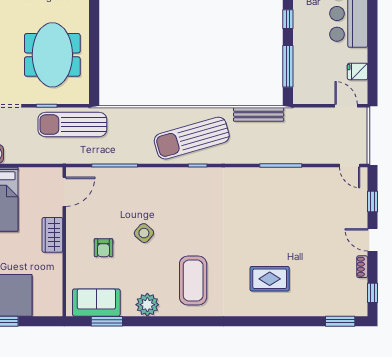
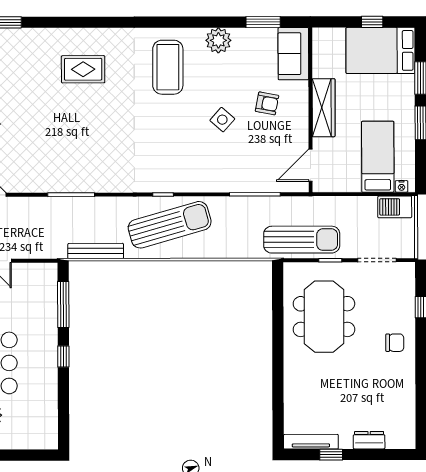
wardrobe: (52, 235) -> (324, 108), width x1.50
armchair: (103, 248) -> (267, 103), turned 101
sofa: (96, 303) -> (293, 54), moved, turned 90

